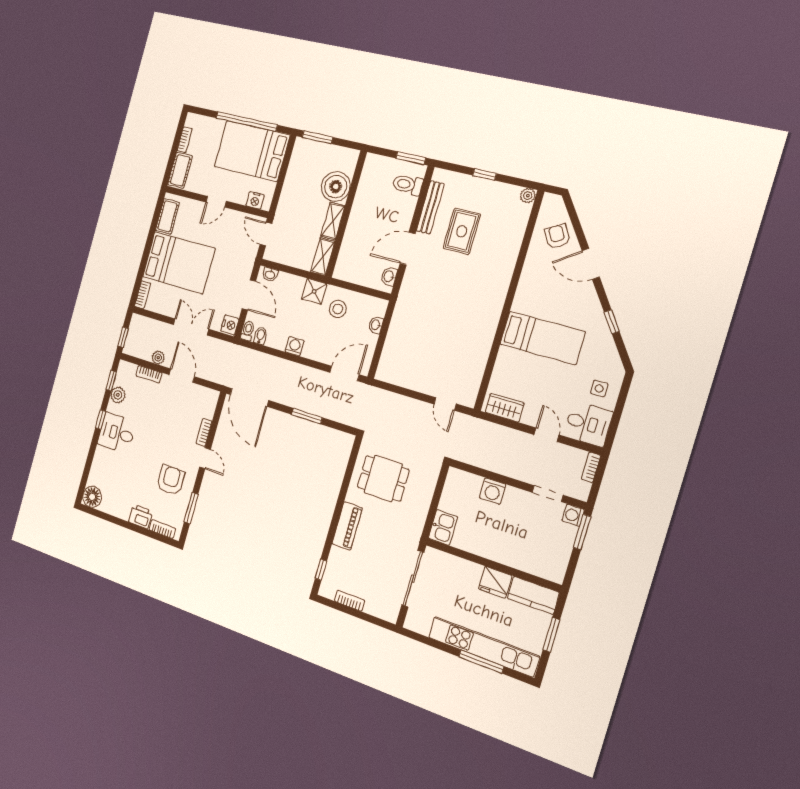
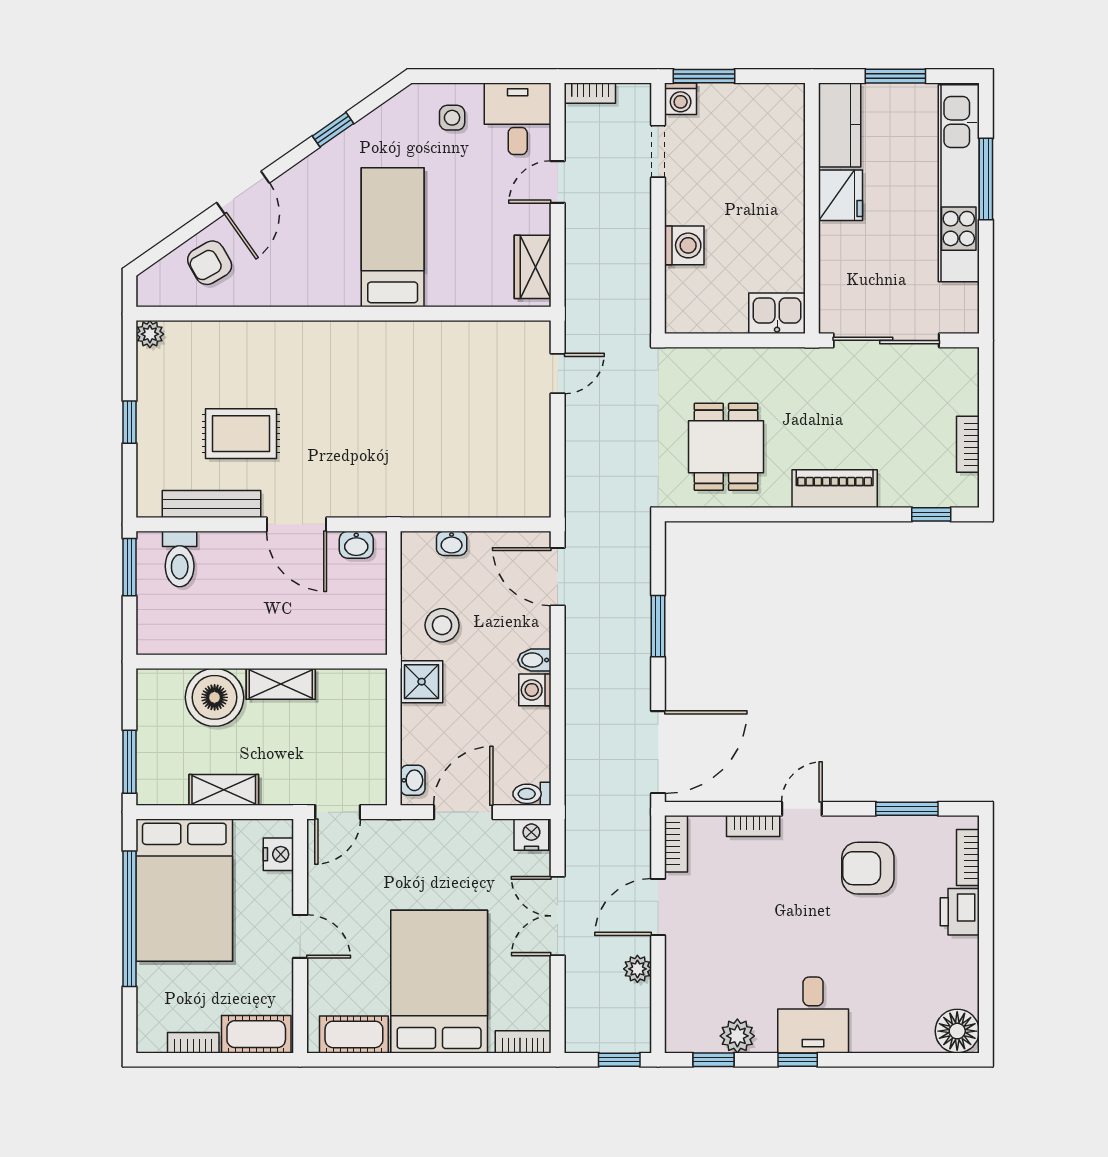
shelving: (323, 257) -> (224, 790), moved
bidet: (260, 336) -> (534, 660), moved
bookcase: (149, 374) -> (676, 844), moved

